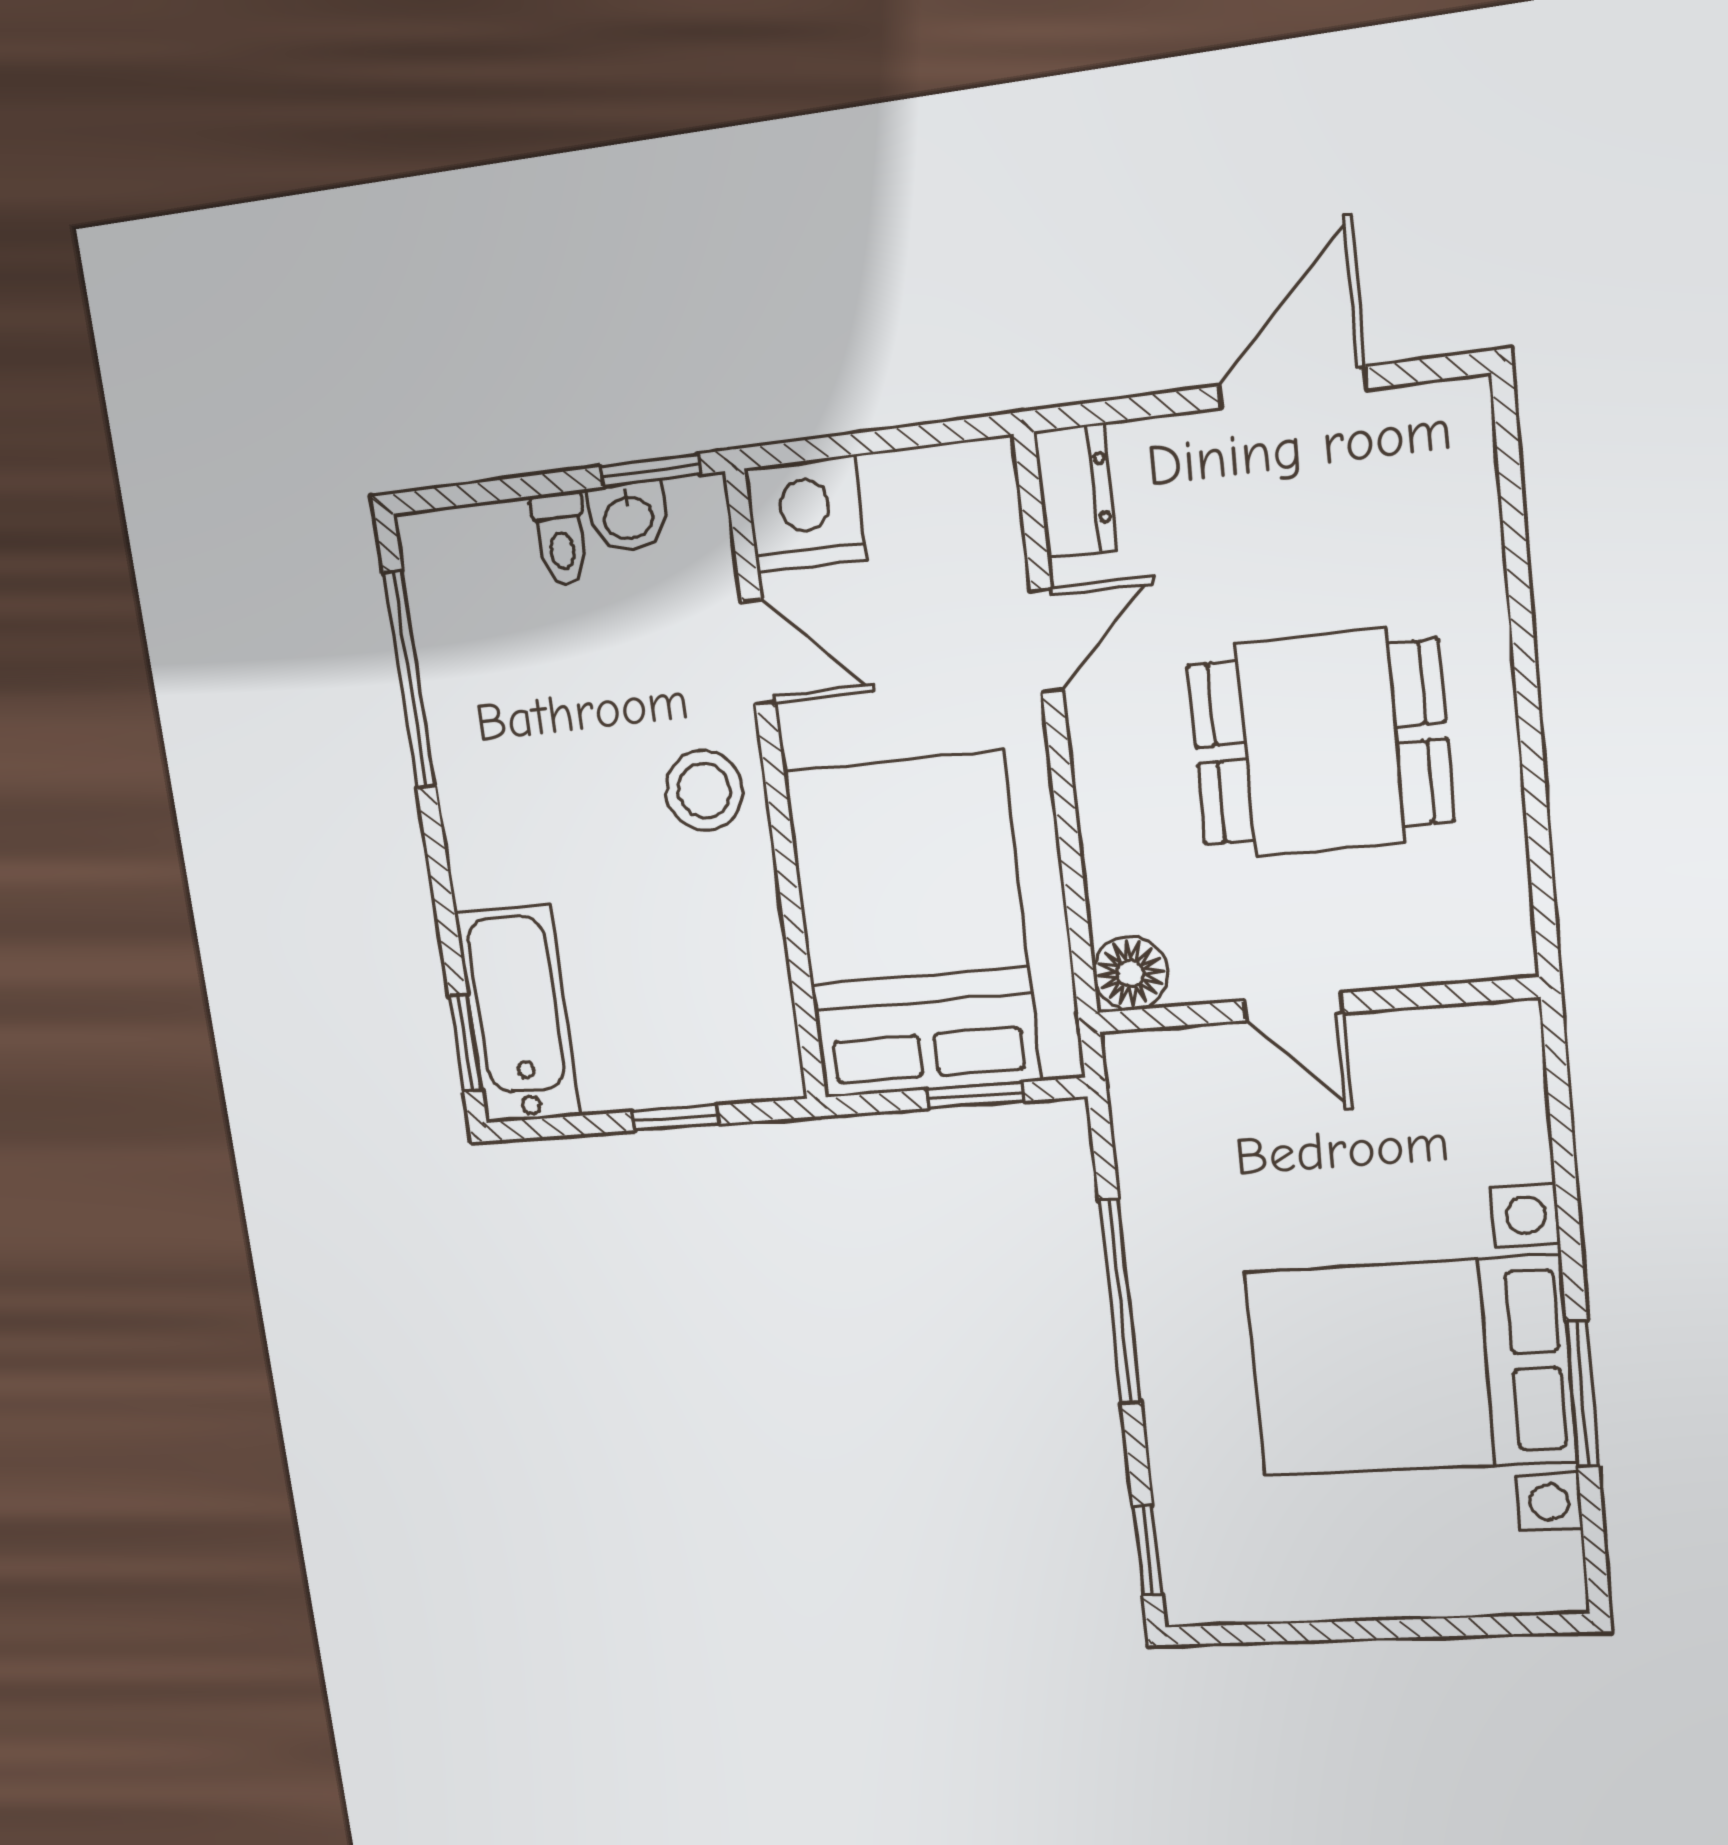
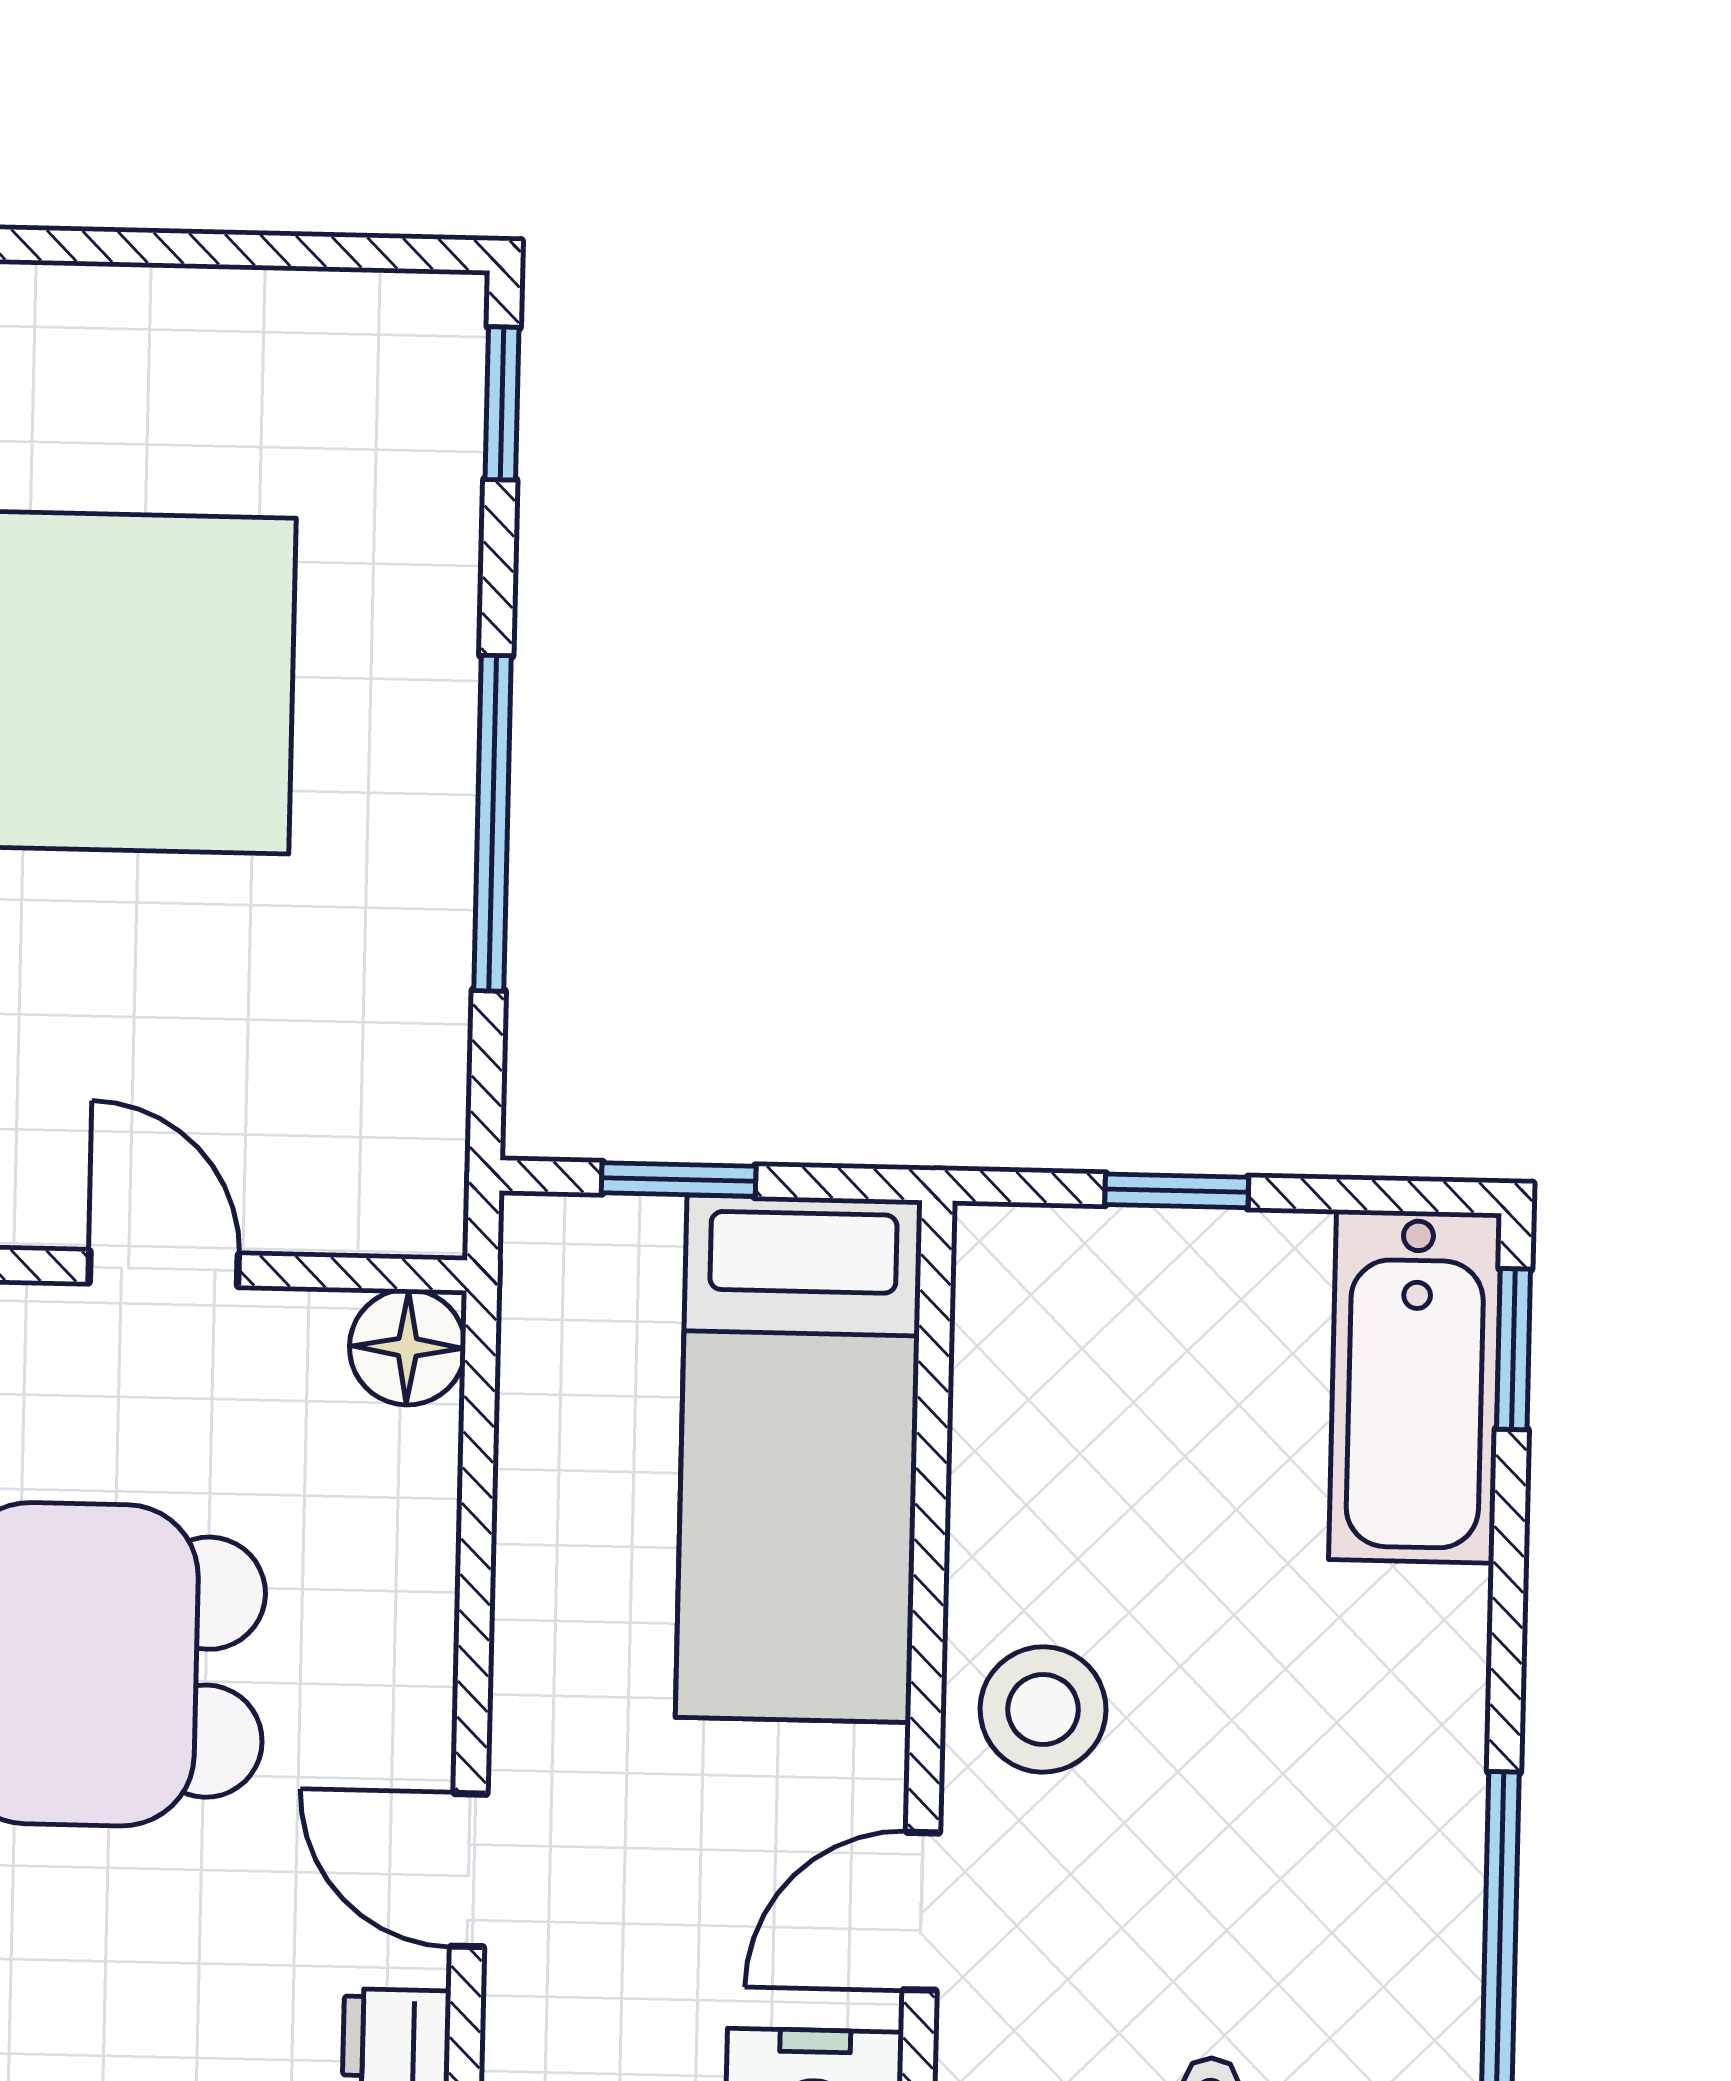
door: (1047, 640) -> (469, 1870), hinge flipped
door: (758, 652) -> (921, 1911), hinge flipped
bed: (913, 927) -> (799, 1459), width x0.67

